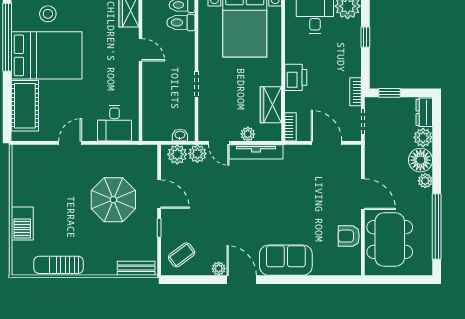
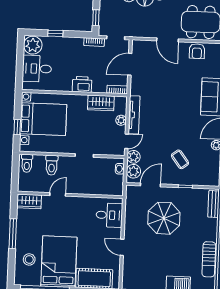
toilet: (181, 23) -> (52, 165), moved
door: (159, 194) -> (150, 185), moved
door: (363, 194) -> (168, 40), swing flipped
coffee table: (182, 255) -> (180, 159), moved

